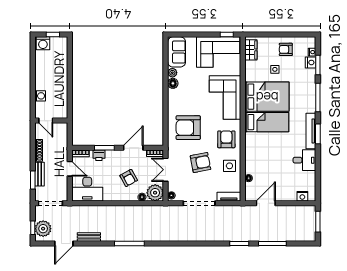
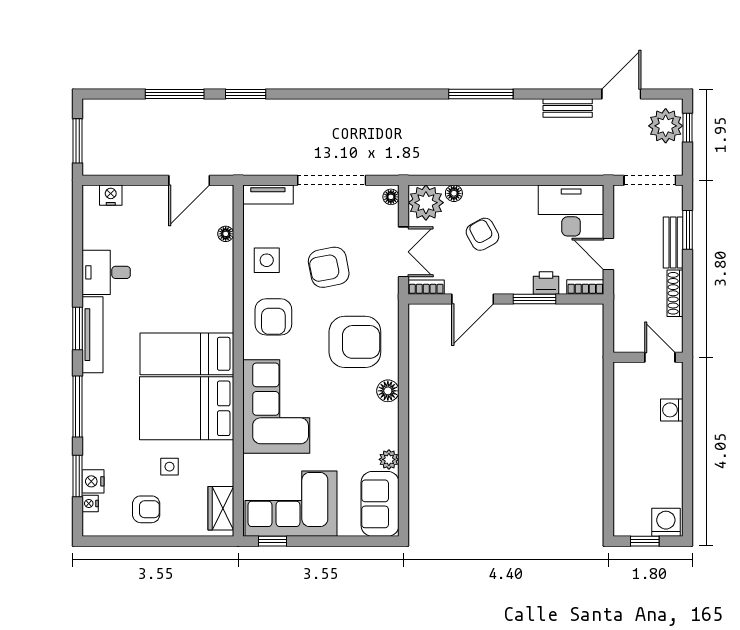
floor lamp: (173, 83) -> (388, 391), moved

